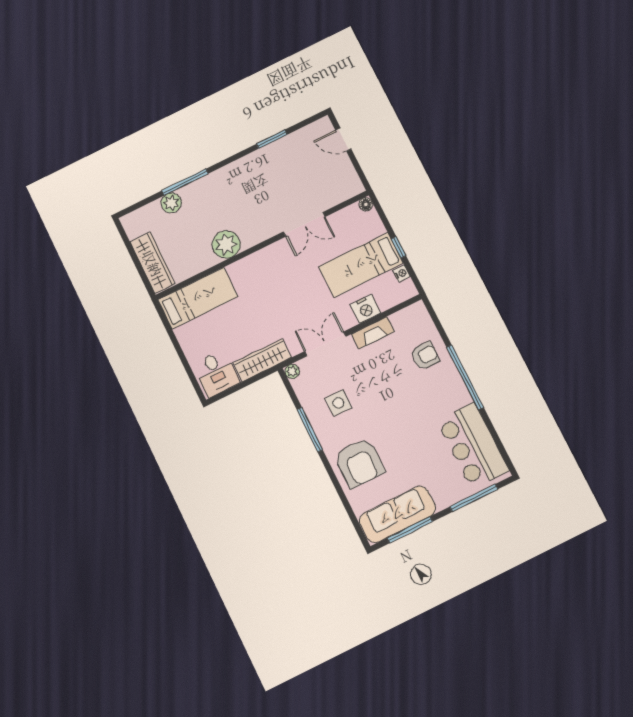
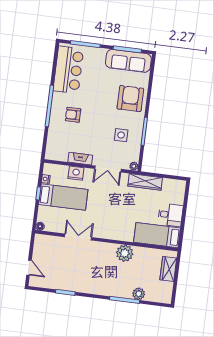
wardrobe: (152, 263) -> (168, 269), width x0.67
armchair: (425, 356) -> (73, 115), moved
desk: (216, 373) -> (170, 215), moved, turned 90

